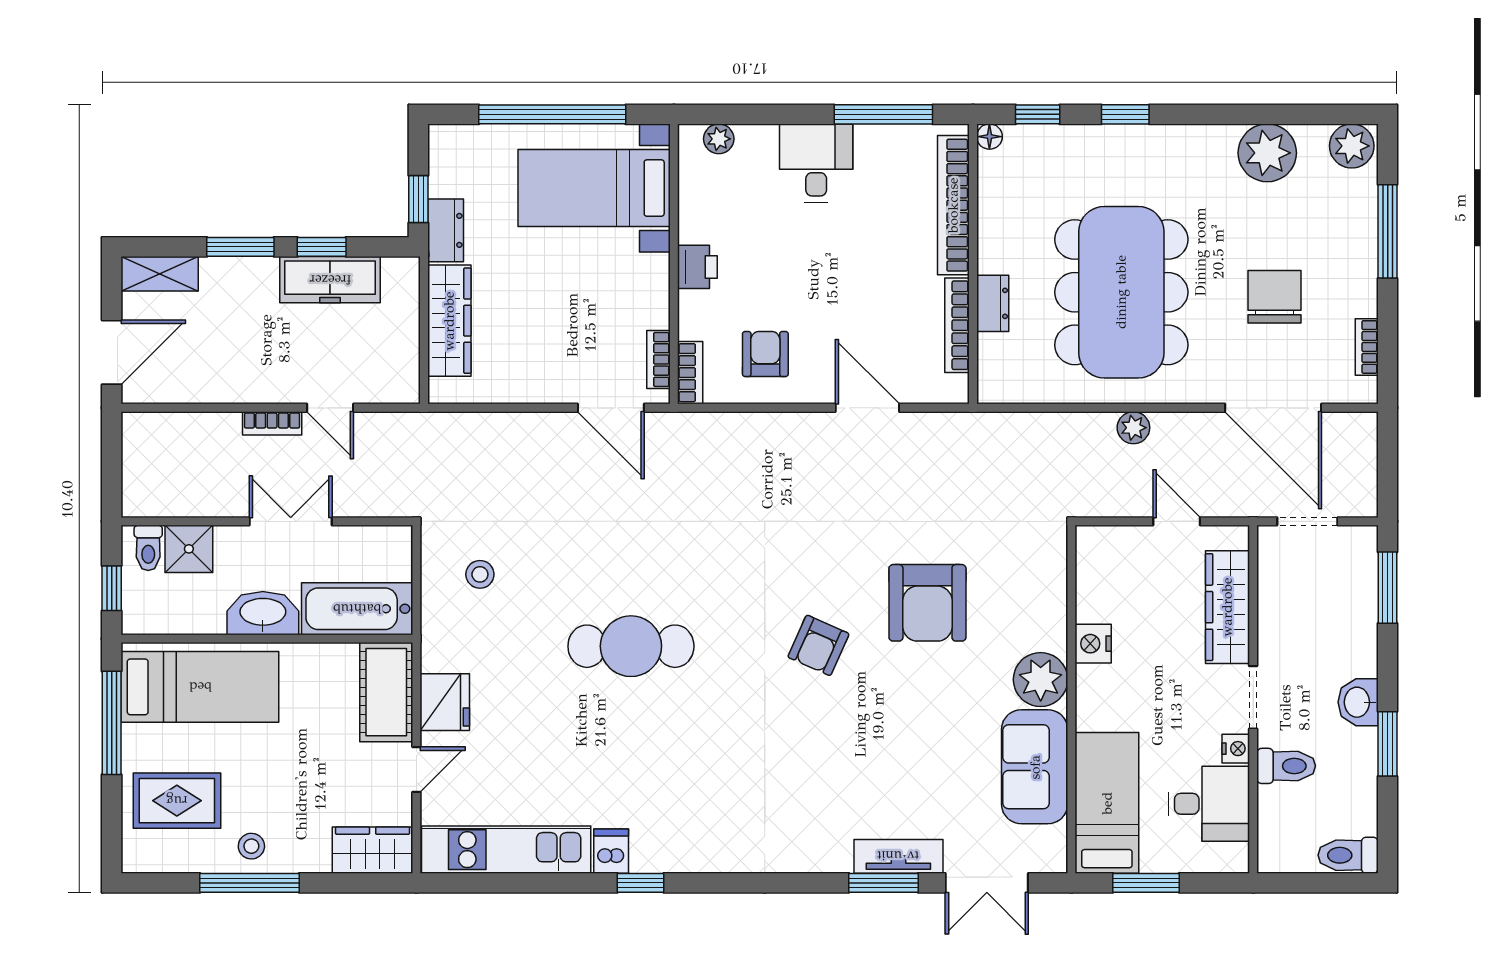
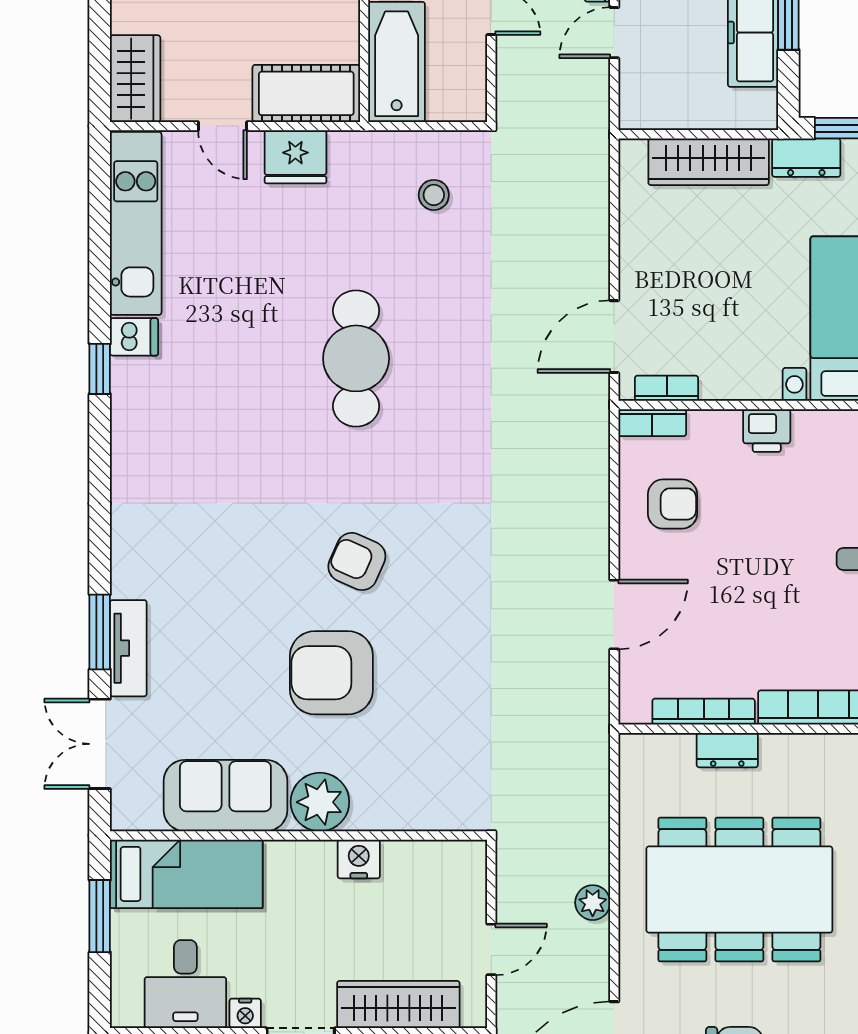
armchair: (927, 603) -> (331, 673), moved

